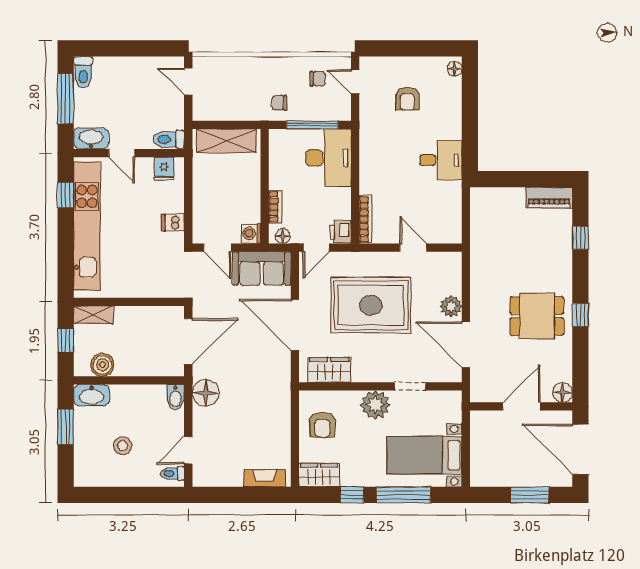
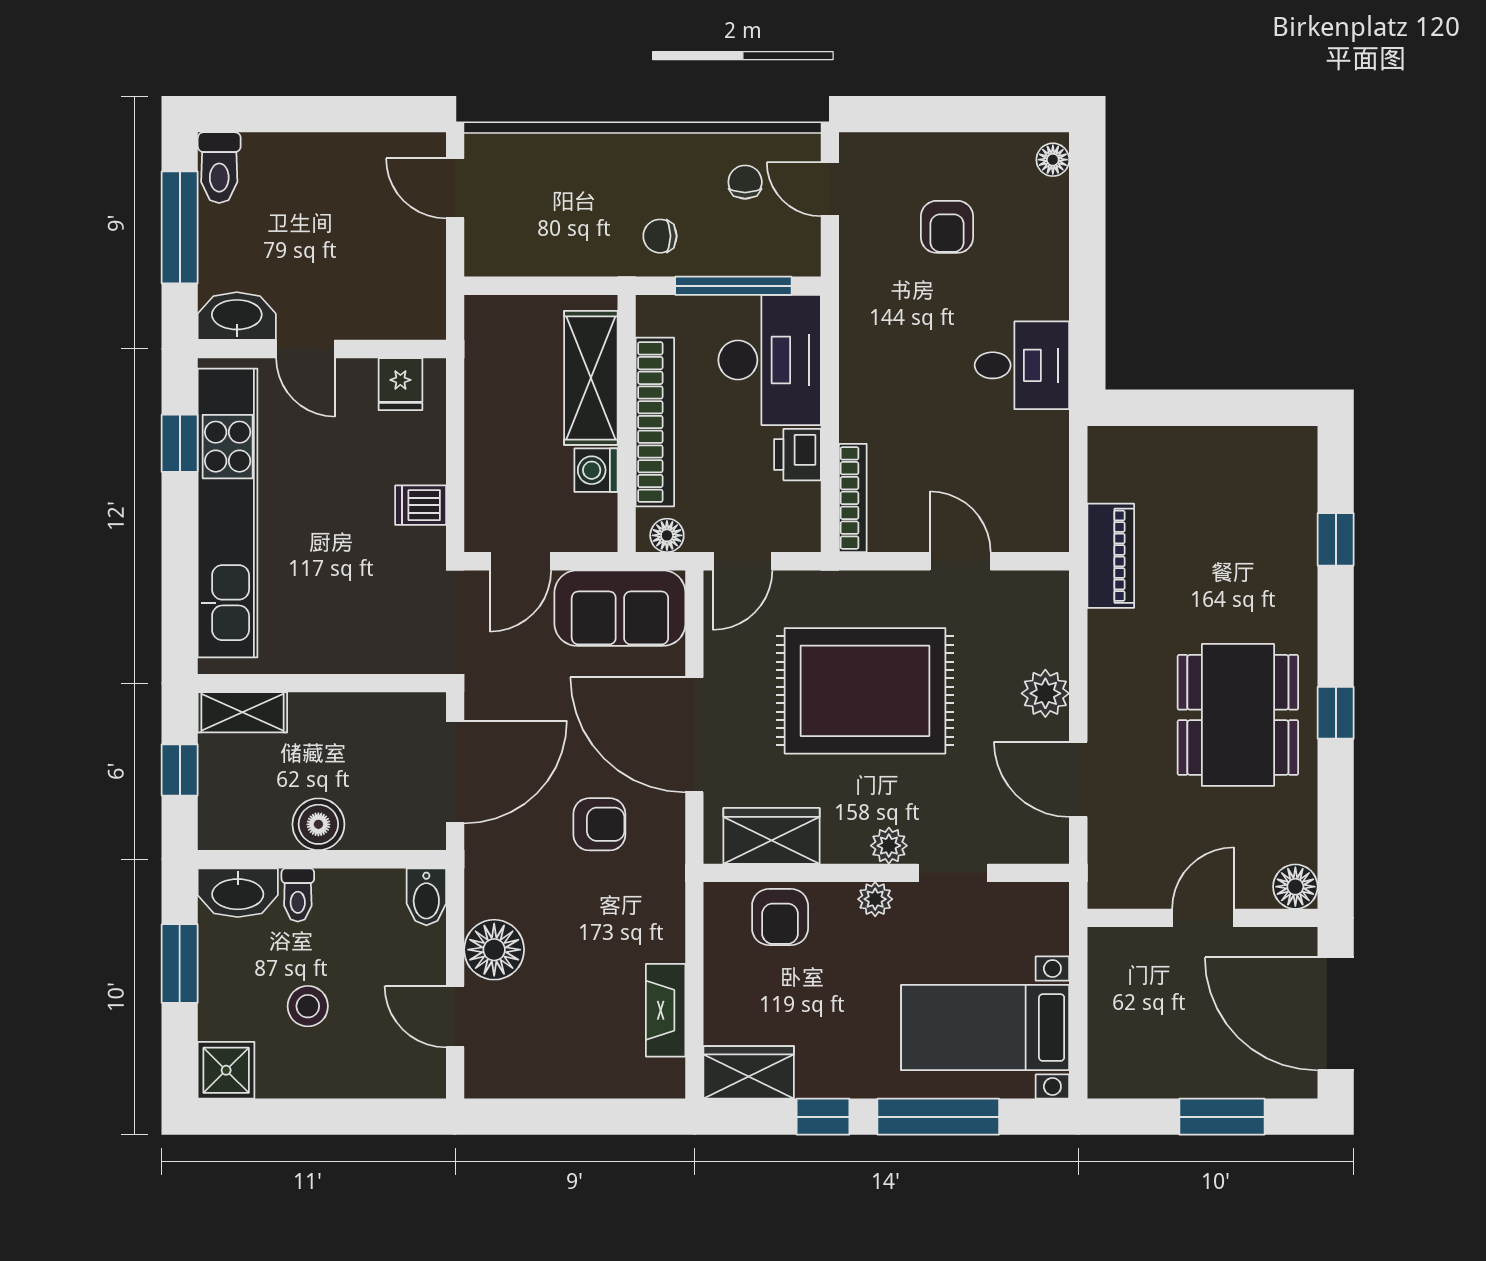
chair: (317, 79) -> (745, 182), turned -90
toilet: (169, 139) -> (411, 318), removed
shelving: (226, 141) -> (591, 378), moved, turned 90
piano: (549, 198) -> (1111, 556), moved, turned -90
bookcase: (275, 207) -> (655, 422), width x2.31, depth x1.31
printer: (341, 232) -> (797, 455), moved
washing machine: (251, 233) -> (596, 470), moved
door: (217, 248) -> (521, 561), hinge flipped
dining table: (537, 316) -> (1238, 715), width x1.37
door: (466, 345) -> (1078, 779), width x0.73
boiler: (102, 365) -> (318, 824), moved
armchair: (253, 365) -> (599, 824), added
plant: (381, 374) -> (889, 846), added
floor lamp: (206, 393) -> (494, 950), moved
plant: (375, 405) -> (875, 899), width x0.53, depth x0.53
door: (521, 406) -> (1203, 918), width x0.73
armchair: (322, 425) -> (780, 917), moved
door: (188, 450) -> (455, 1017), hinge flipped
toilet: (172, 473) -> (298, 895), moved, turned -90
shower: (86, 474) -> (226, 1070), added
fireplace: (265, 478) -> (666, 1010), moved, turned -90

